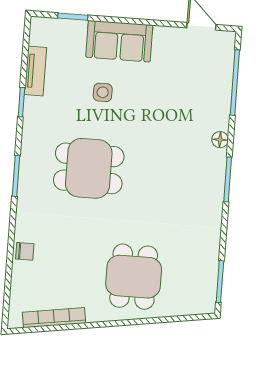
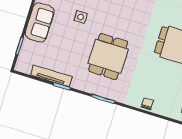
tv unit: (36, 71) -> (51, 76), width x1.41
side table: (103, 92) -> (81, 17), moved

